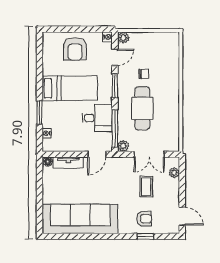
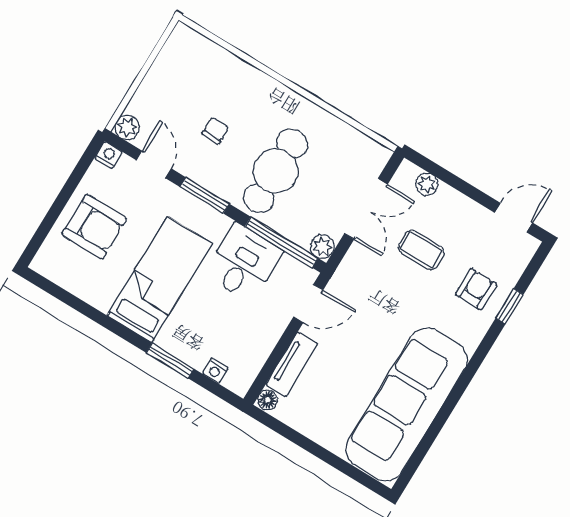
cafe table: (142, 108) -> (275, 171), turned 90
door: (97, 154) -> (308, 303), hinge flipped

